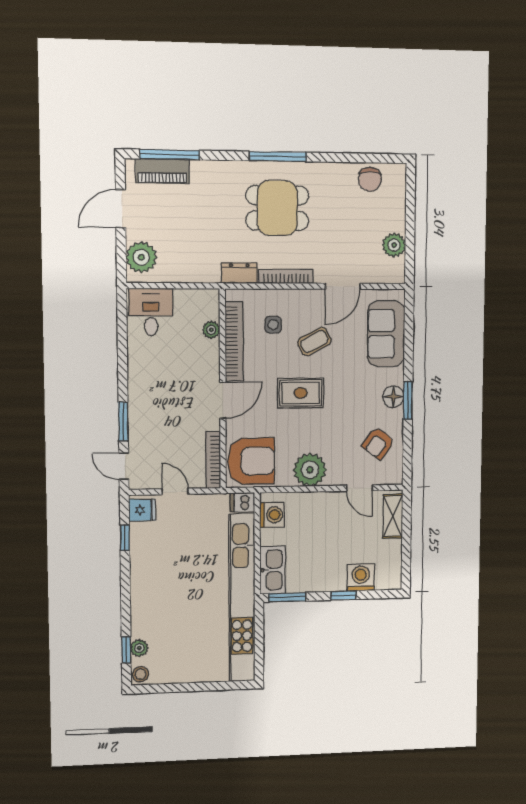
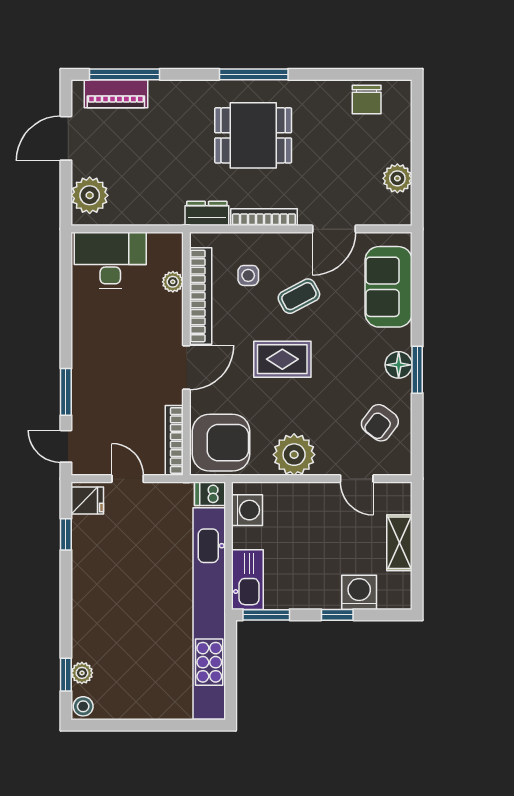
desk: (151, 312) -> (110, 260), width x1.37
shelving: (393, 516) -> (399, 543), moved

